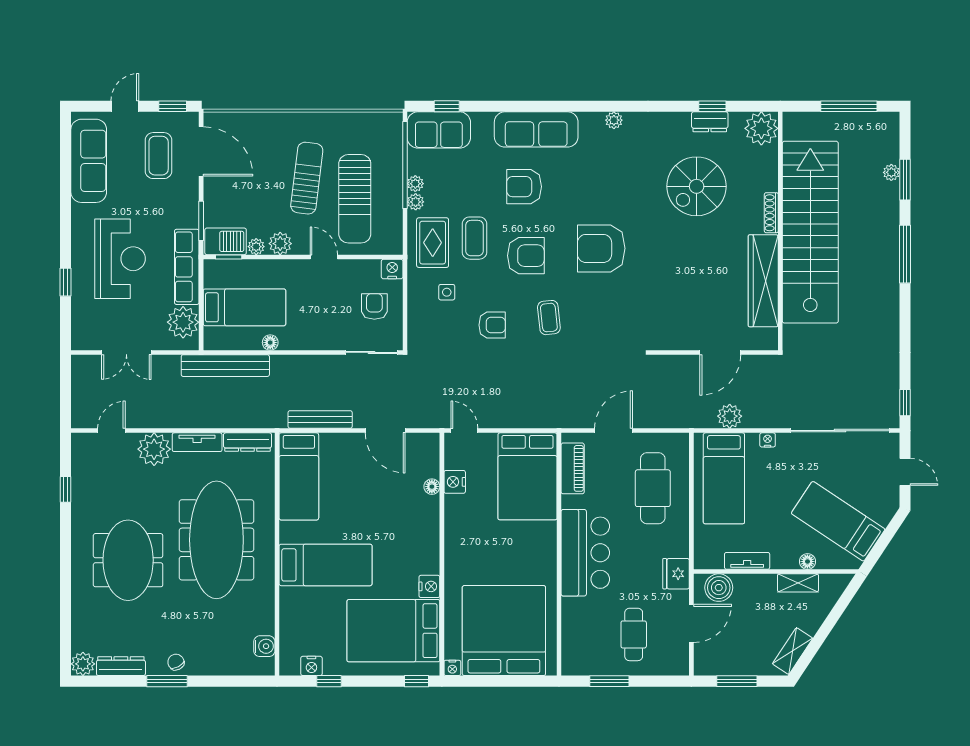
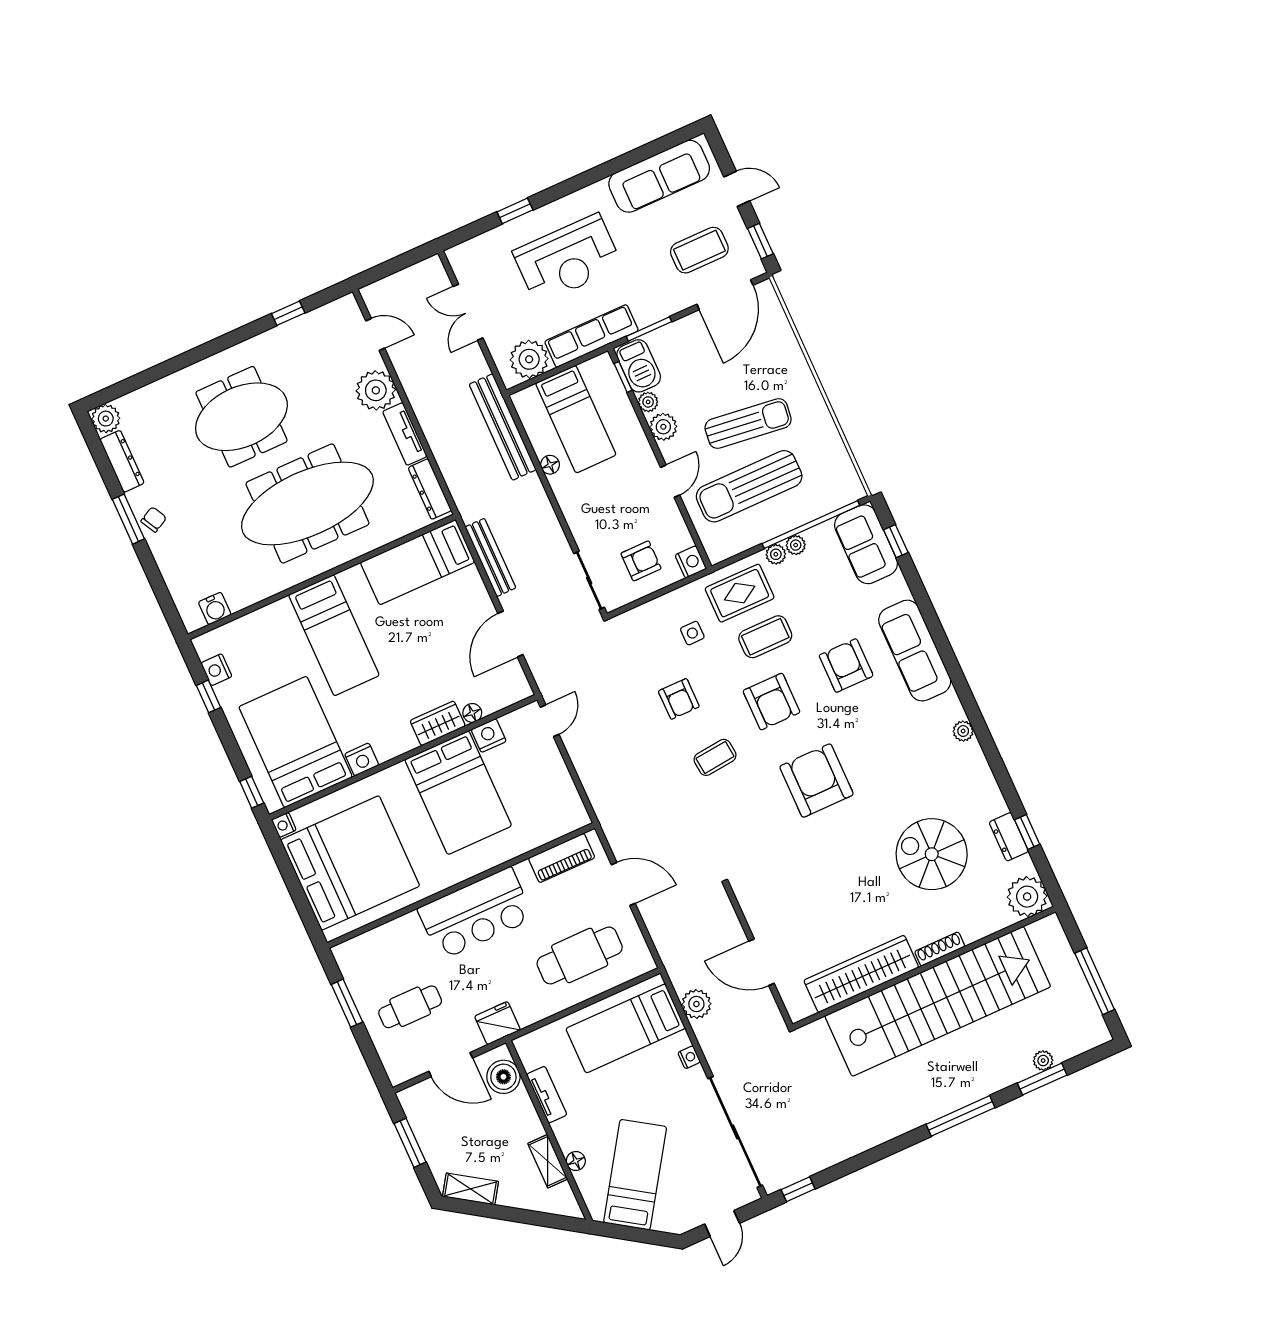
bed: (527, 476) -> (458, 793), moved, turned -90
wardrobe: (428, 516) -> (438, 723), added

